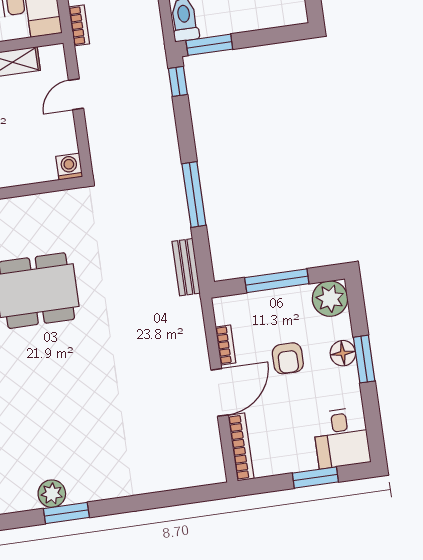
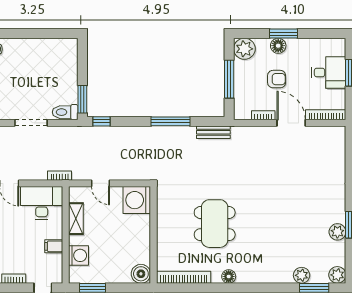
washing machine: (69, 167) -> (137, 200), width x1.89, depth x1.89
desk: (341, 438) -> (329, 73), moved

